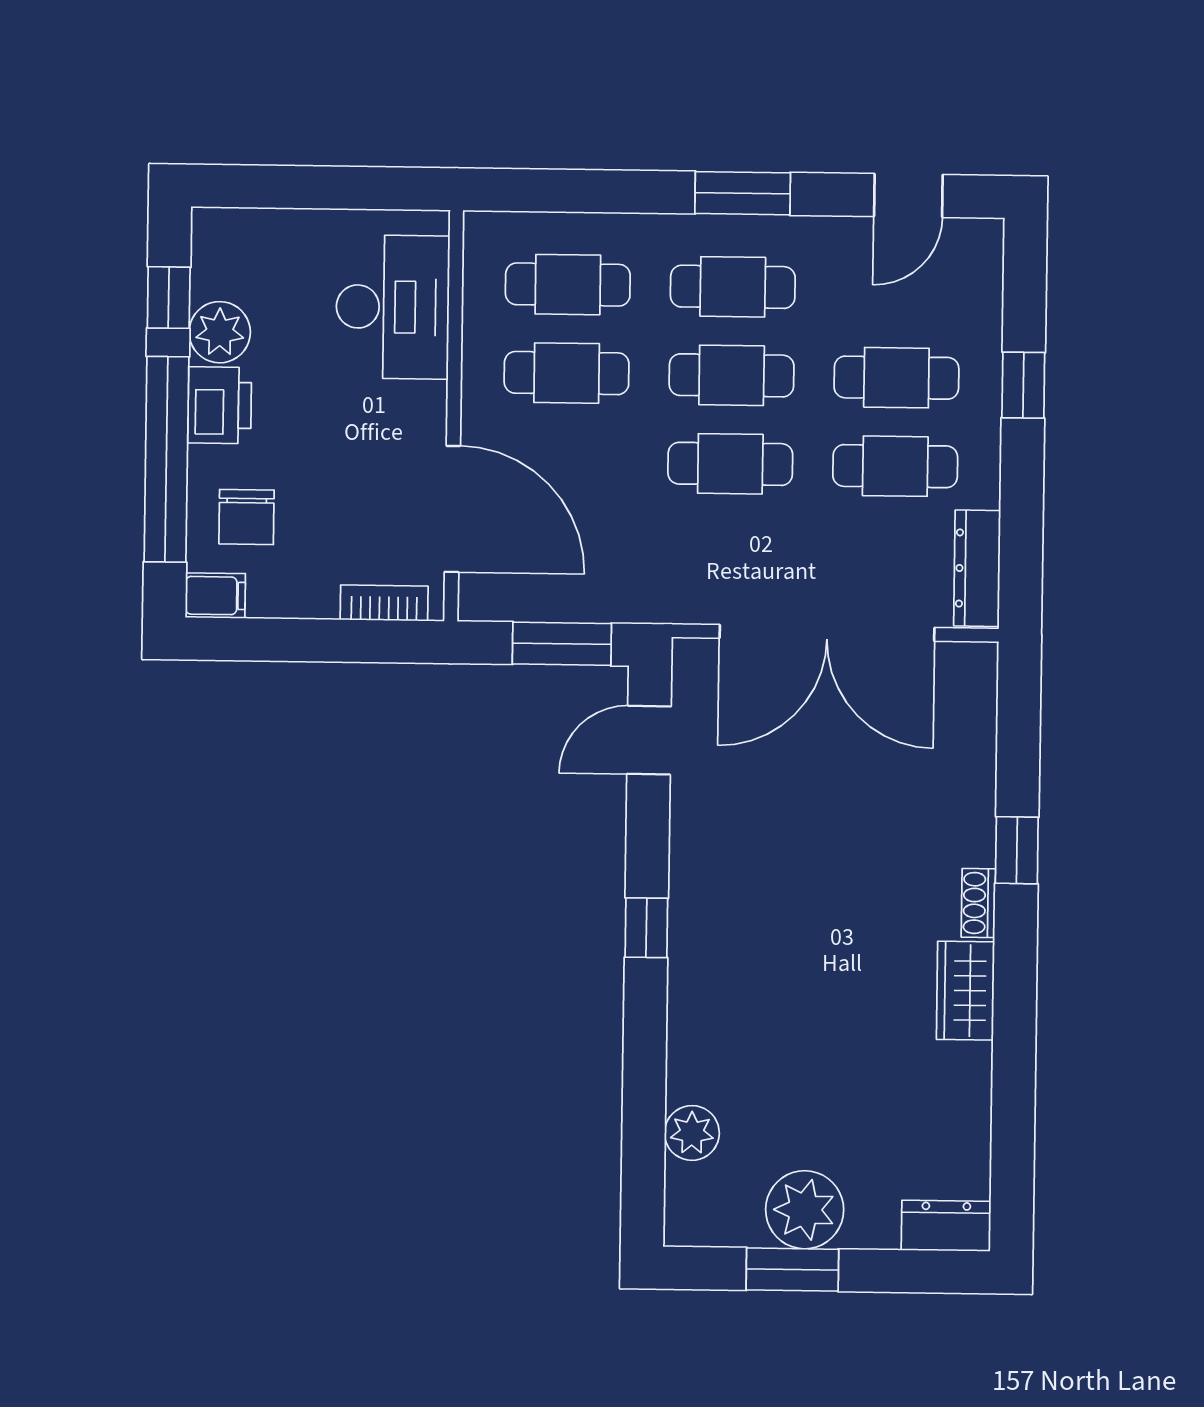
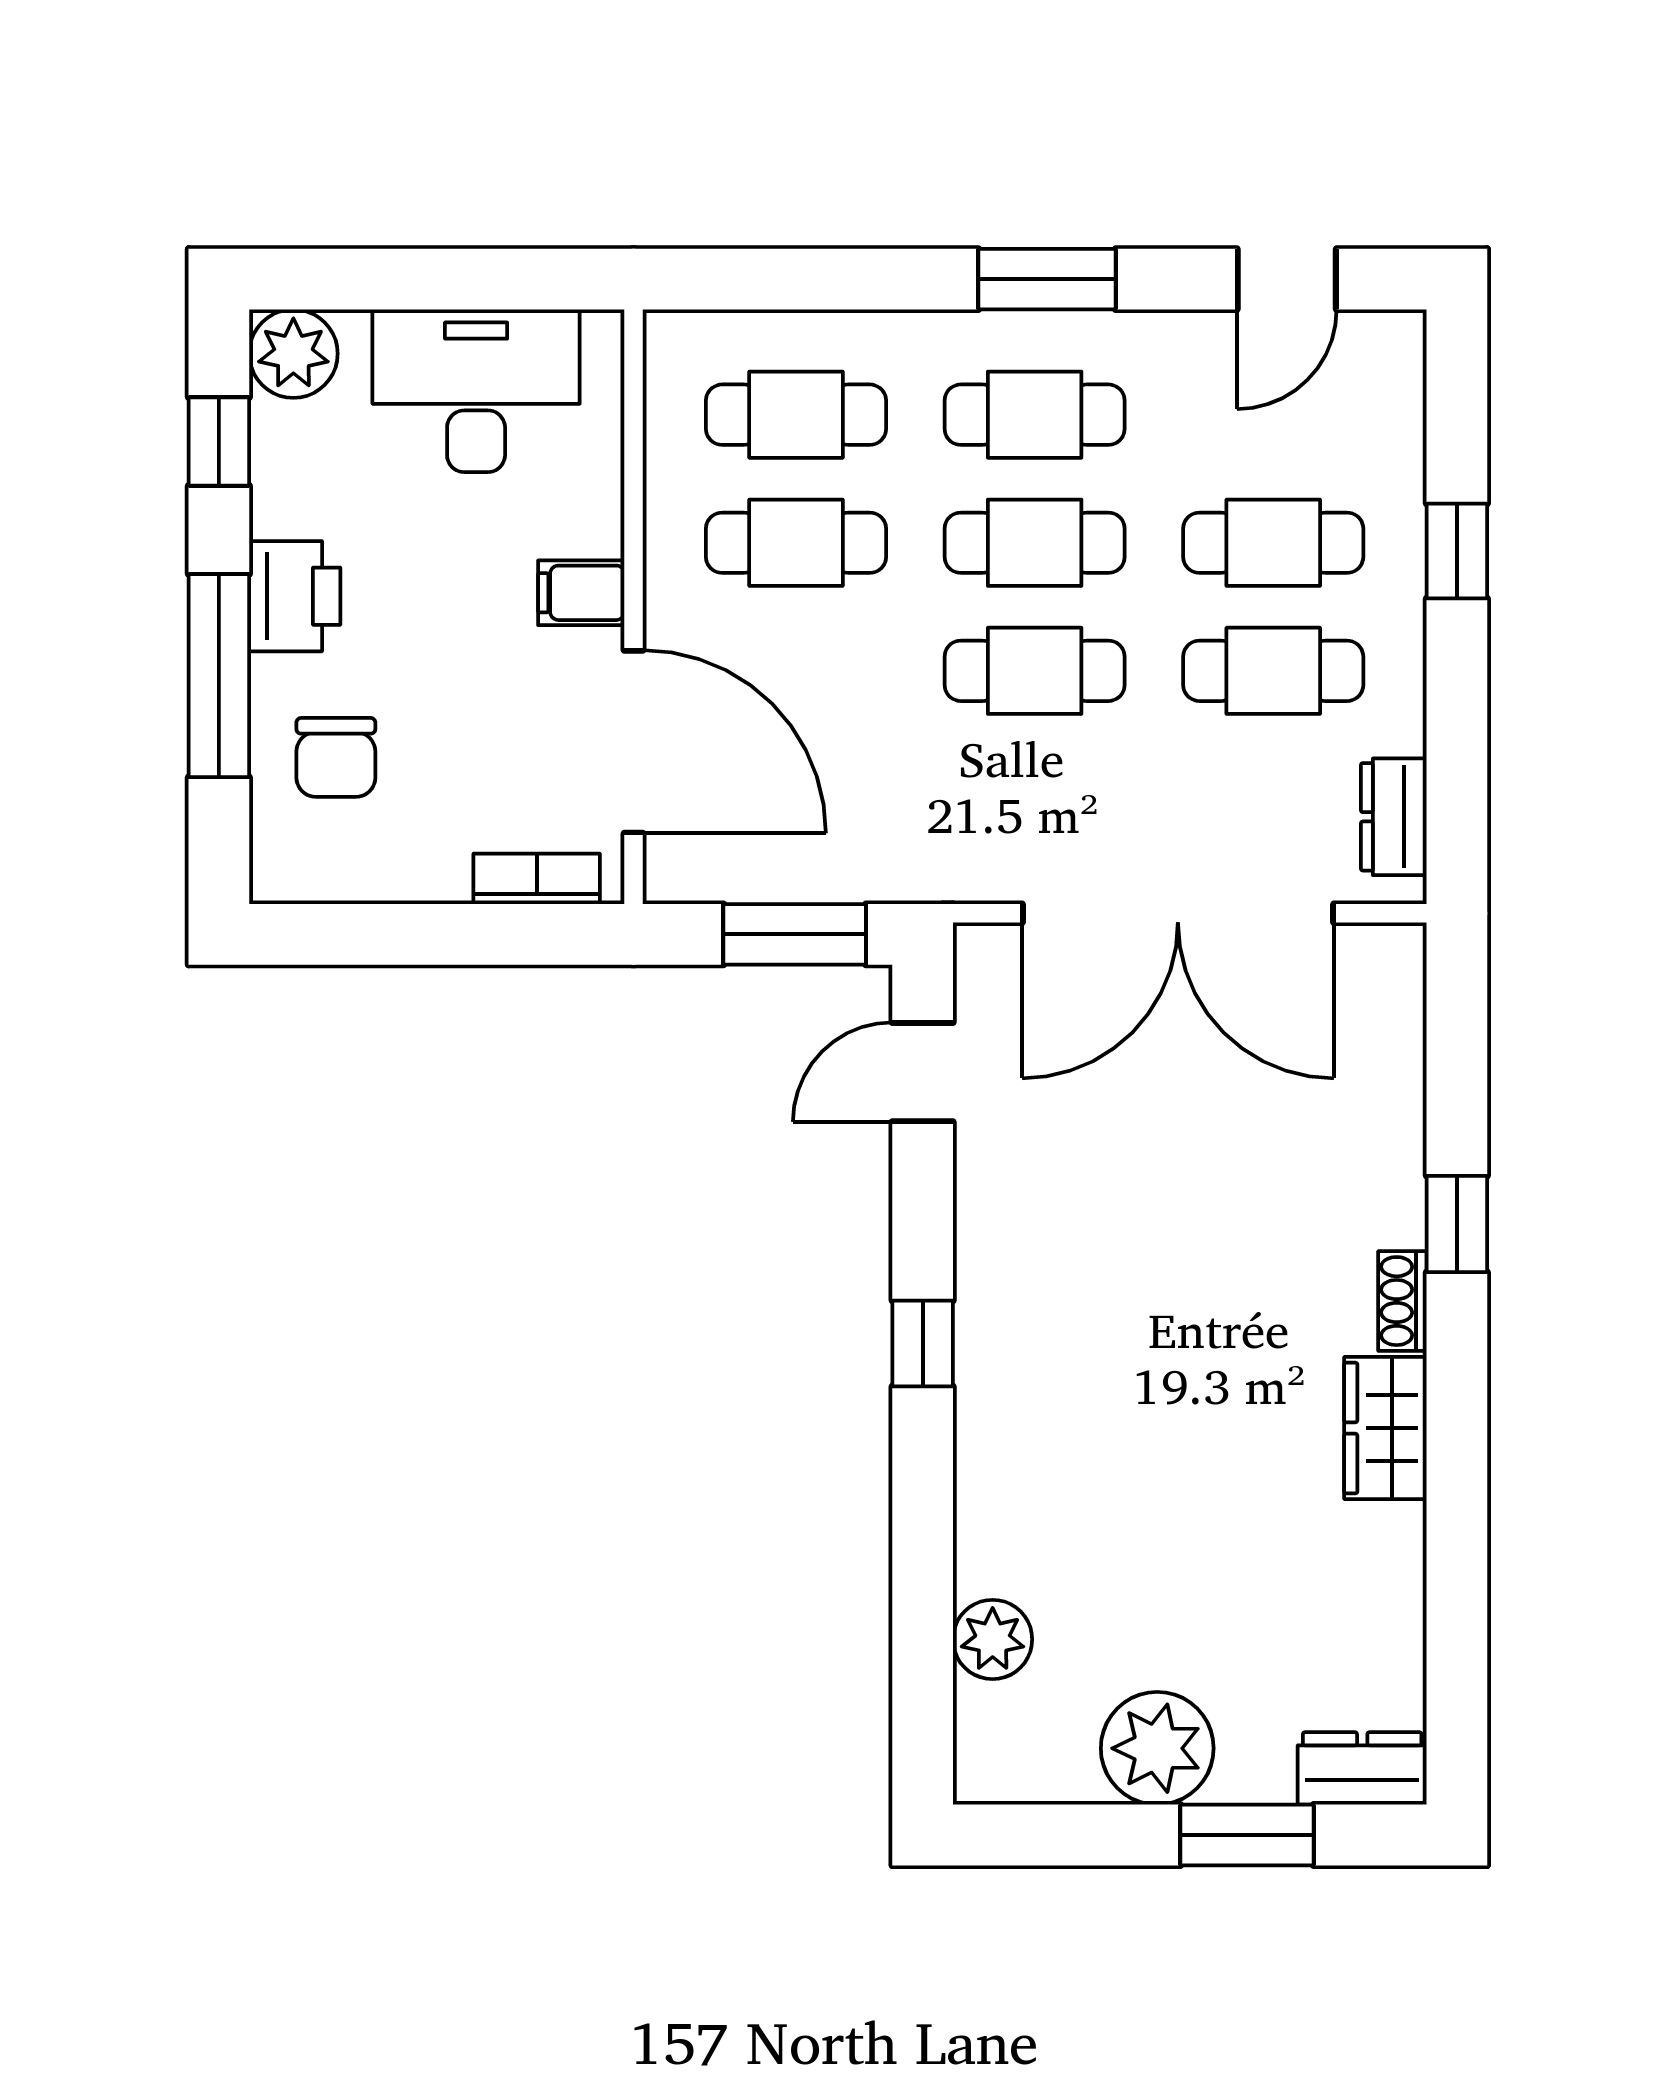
desk: (393, 307) -> (476, 391), moved, turned -90
plant: (220, 332) -> (293, 354), moved
window: (166, 459) -> (219, 676), width x0.68
dresser: (977, 568) -> (1394, 817), width x0.70
filing cabinet: (215, 596) -> (581, 593), moved, turned 180
window: (792, 1270) -> (1247, 1835), moved

